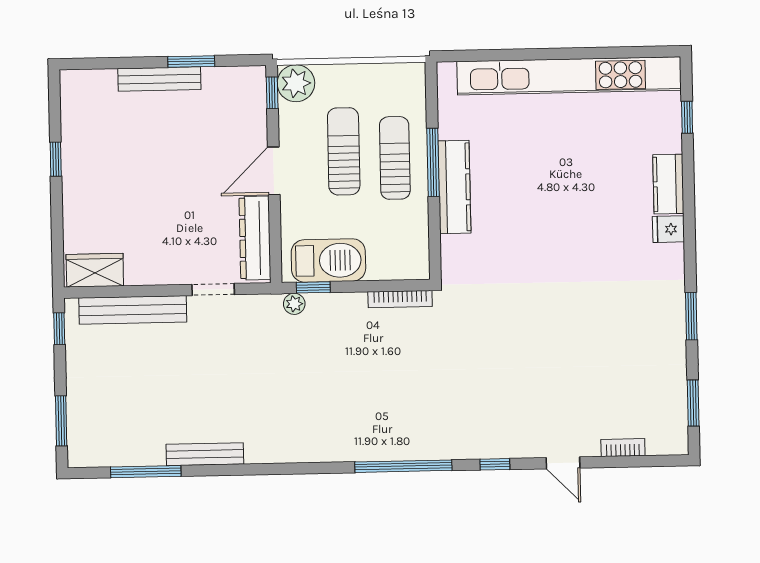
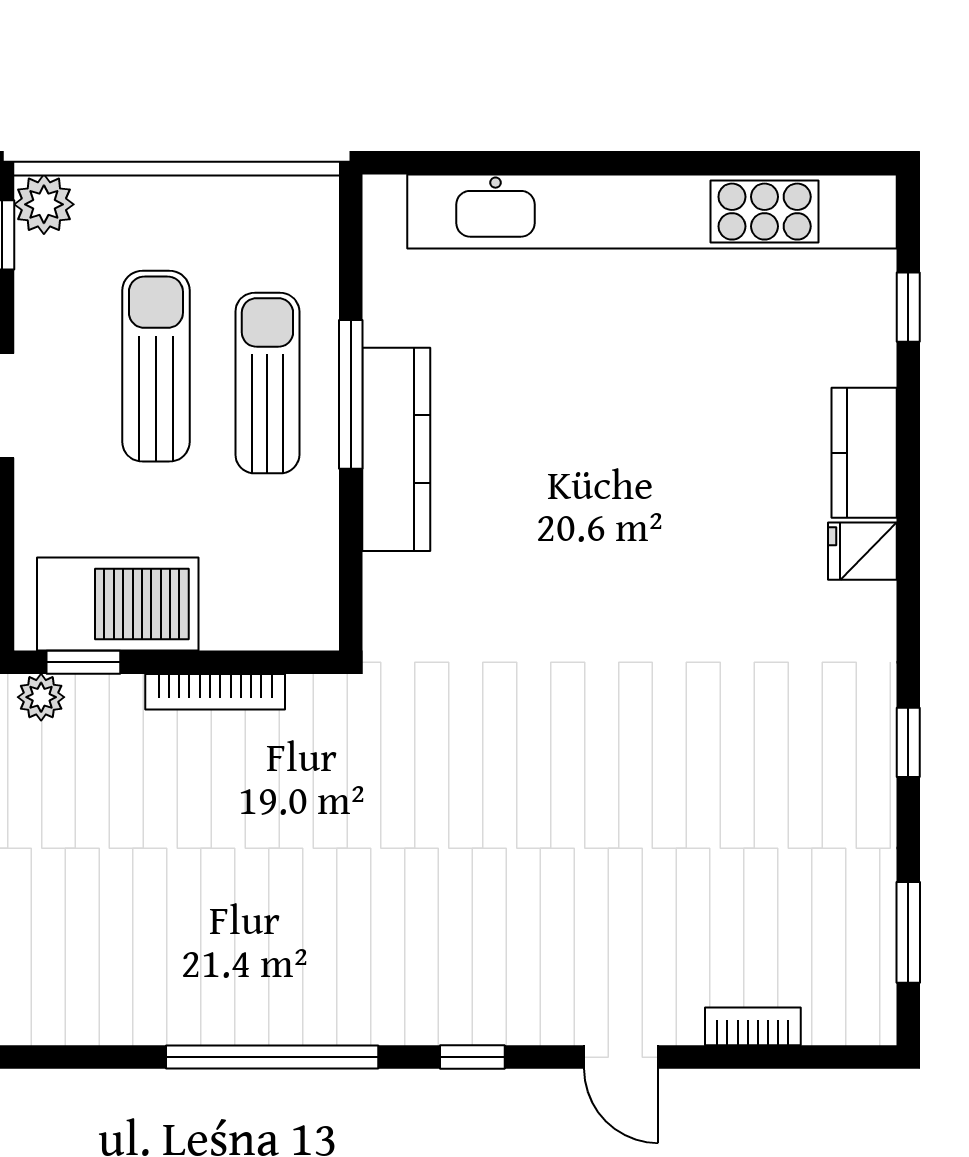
plant: (296, 83) -> (44, 204), width x0.73, depth x0.73
bookcase: (400, 299) -> (215, 692), moved
window: (691, 316) -> (908, 742), width x0.67

